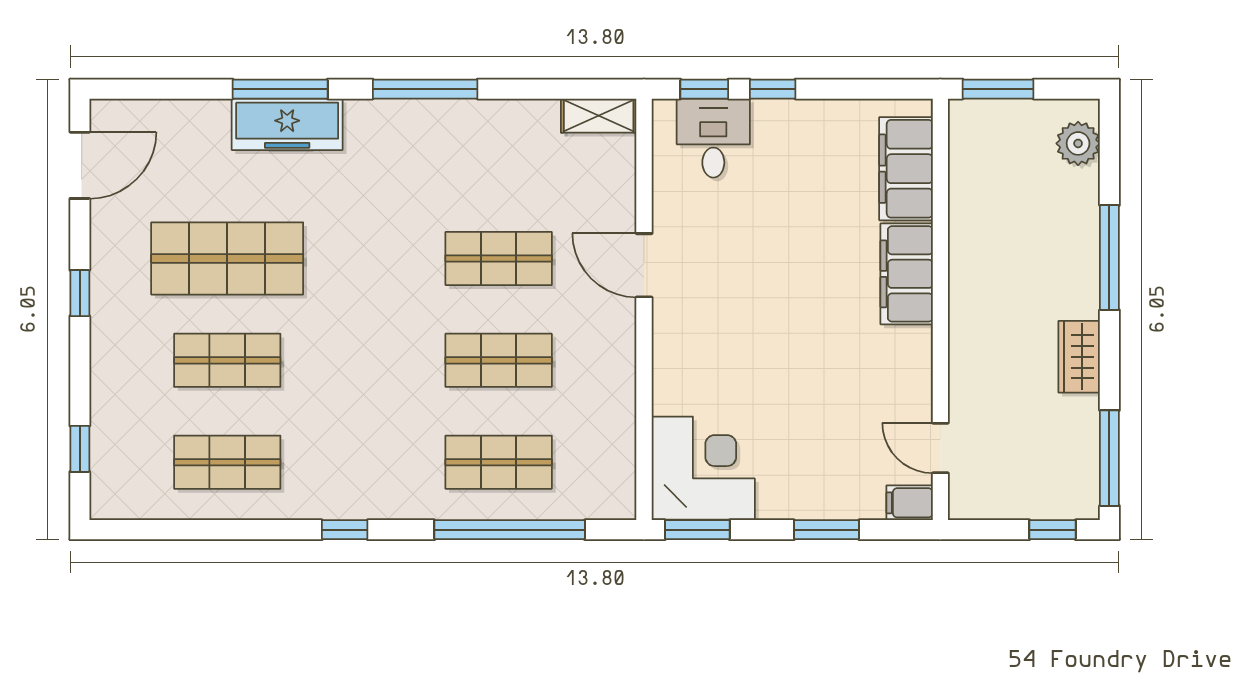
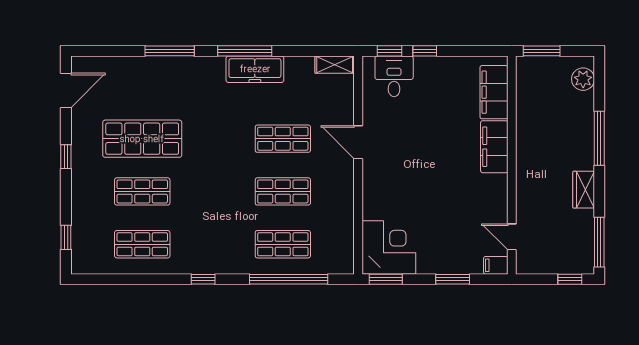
freezer: (287, 124) -> (255, 69), moved

